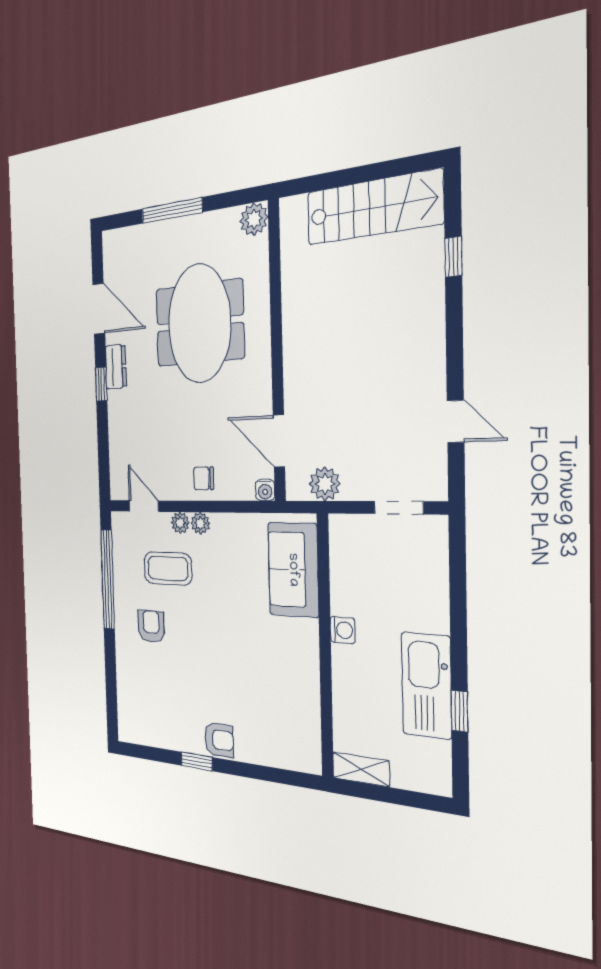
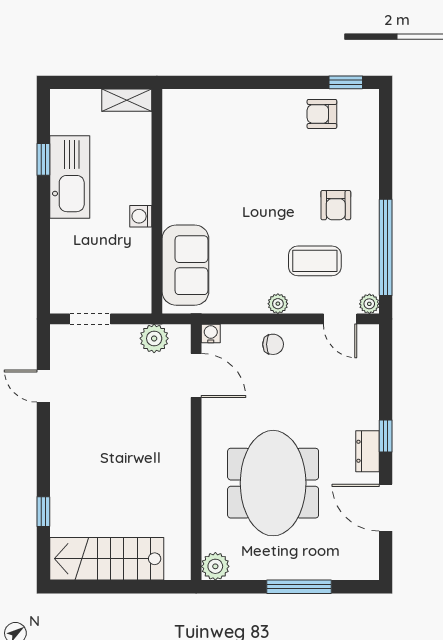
plant: (180, 523) -> (369, 304), moved
armchair: (219, 740) -> (322, 114), moved
window: (197, 761) -> (346, 82), moved

